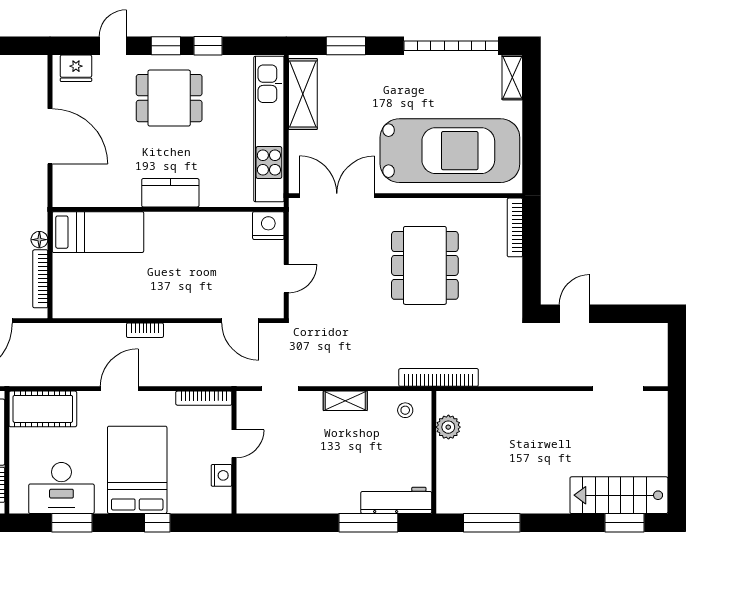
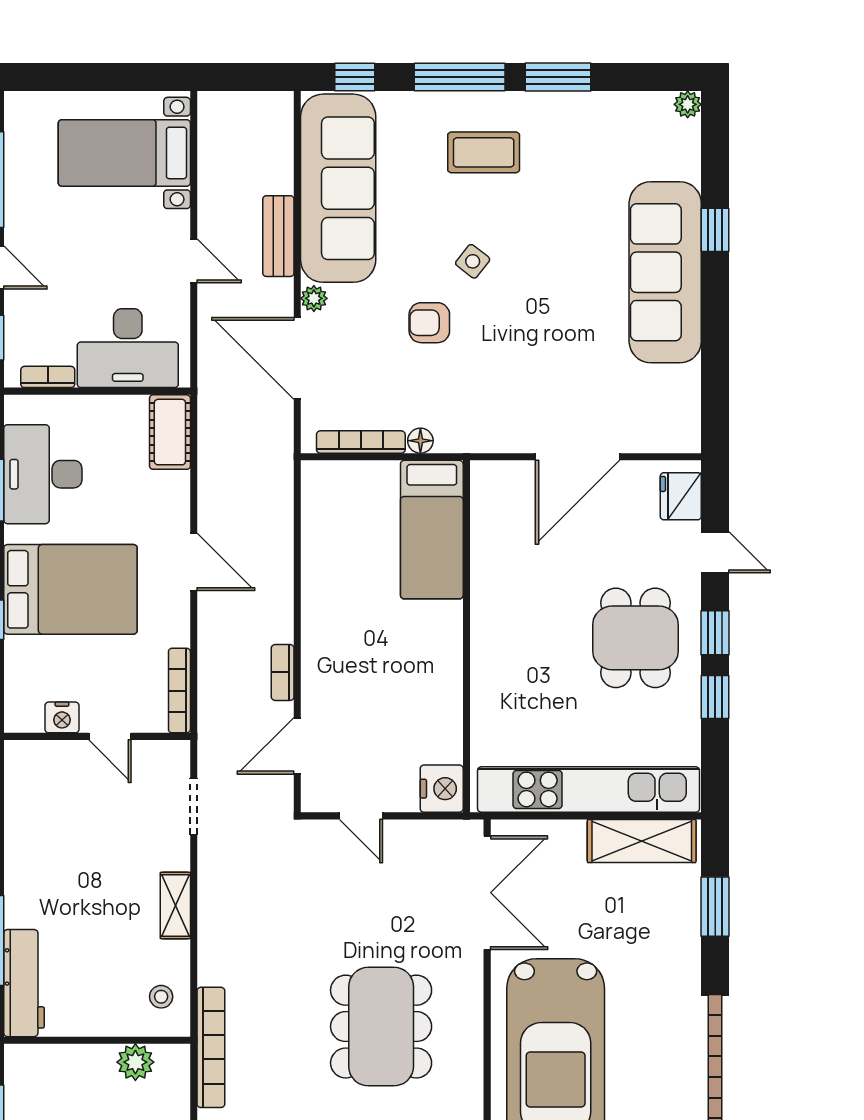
kitchen counter: (170, 193) -> (492, 640), removed
dining table: (425, 265) -> (381, 1027), turned 90
bookcase: (145, 330) -> (283, 672), moved
cot: (43, 409) -> (170, 432), width x0.73, depth x0.75

